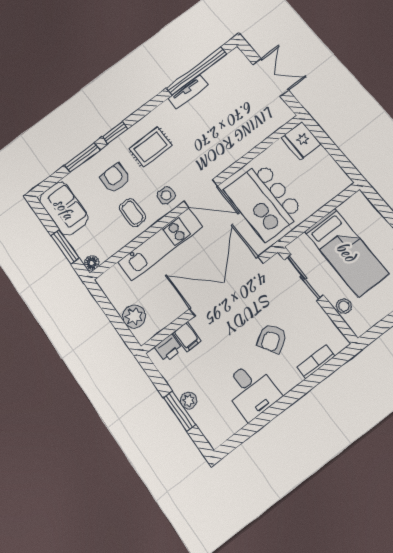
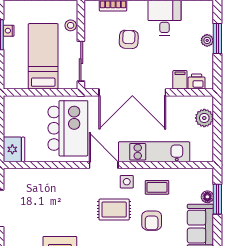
rug: (150, 147) -> (114, 210), moved
coffee table: (132, 213) -> (157, 187), turned 90
floor lamp: (92, 263) -> (207, 197), moved
armchair: (272, 338) -> (129, 39), turned -55

